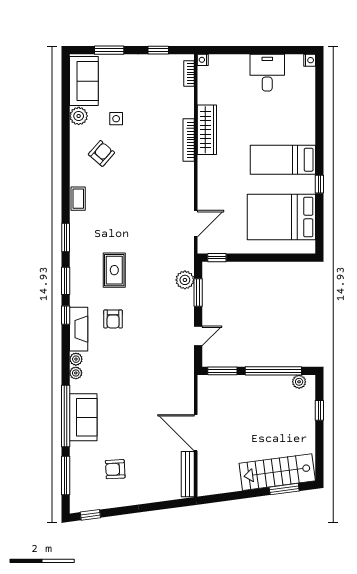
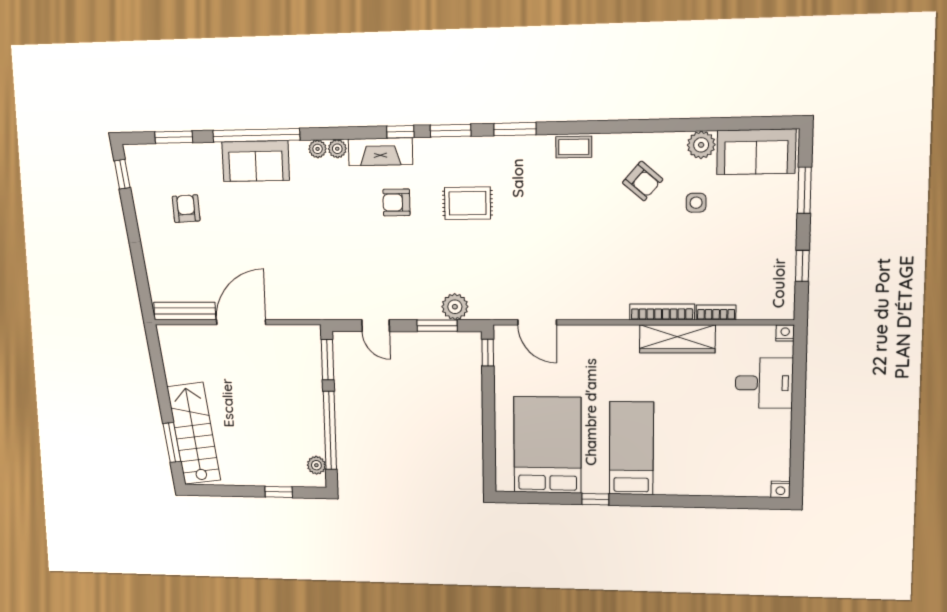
bookcase: (189, 73) -> (716, 312), moved
desk: (267, 73) -> (764, 383), moved
window: (66, 475) -> (174, 137), width x0.69

